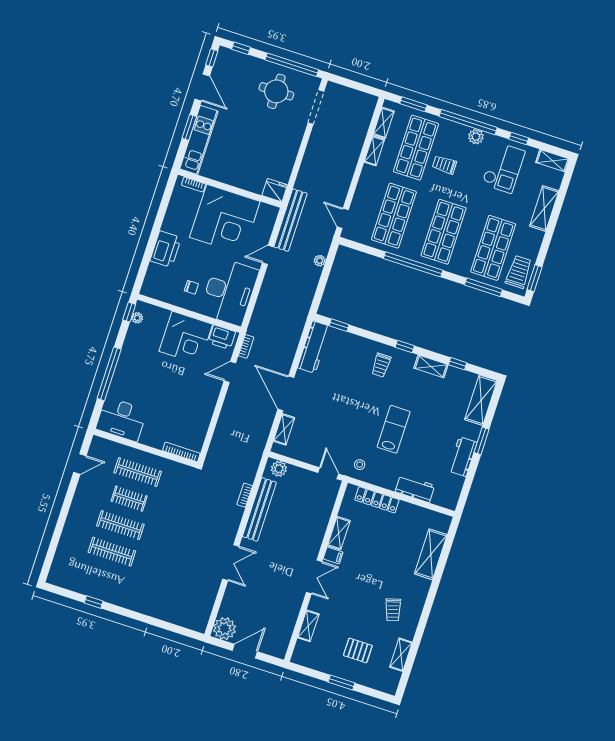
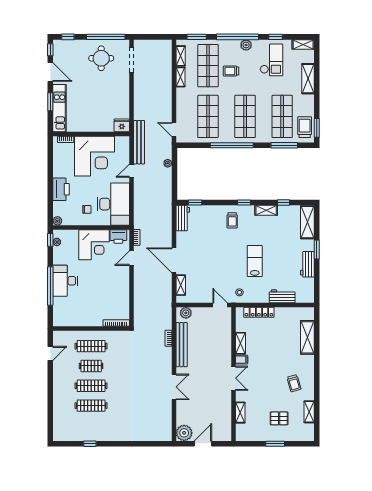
plant: (147, 290) -> (57, 221), added
workbench: (314, 347) -> (183, 218), width x0.73
desk: (121, 419) -> (65, 281), moved, turned 90

